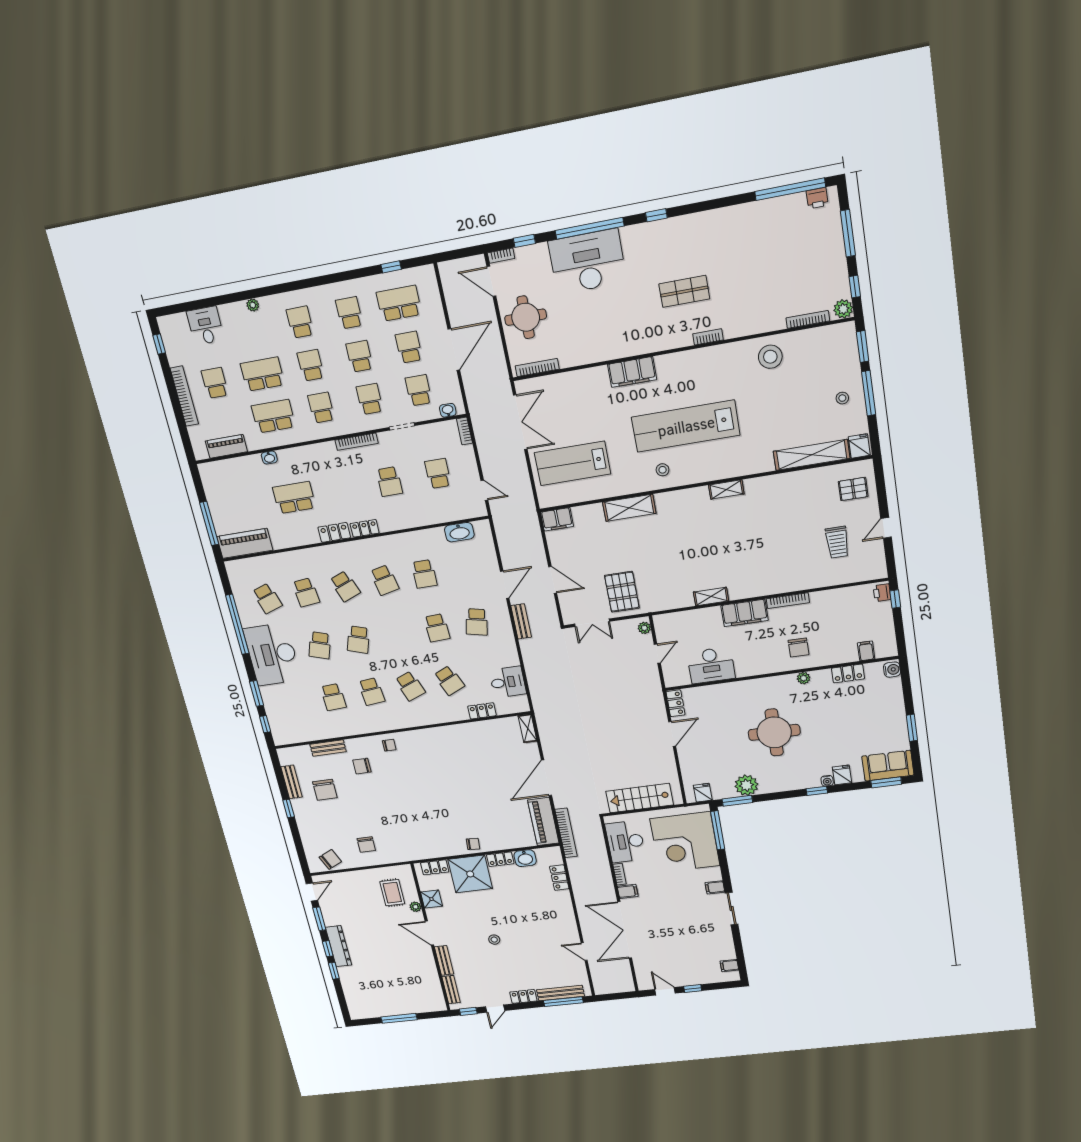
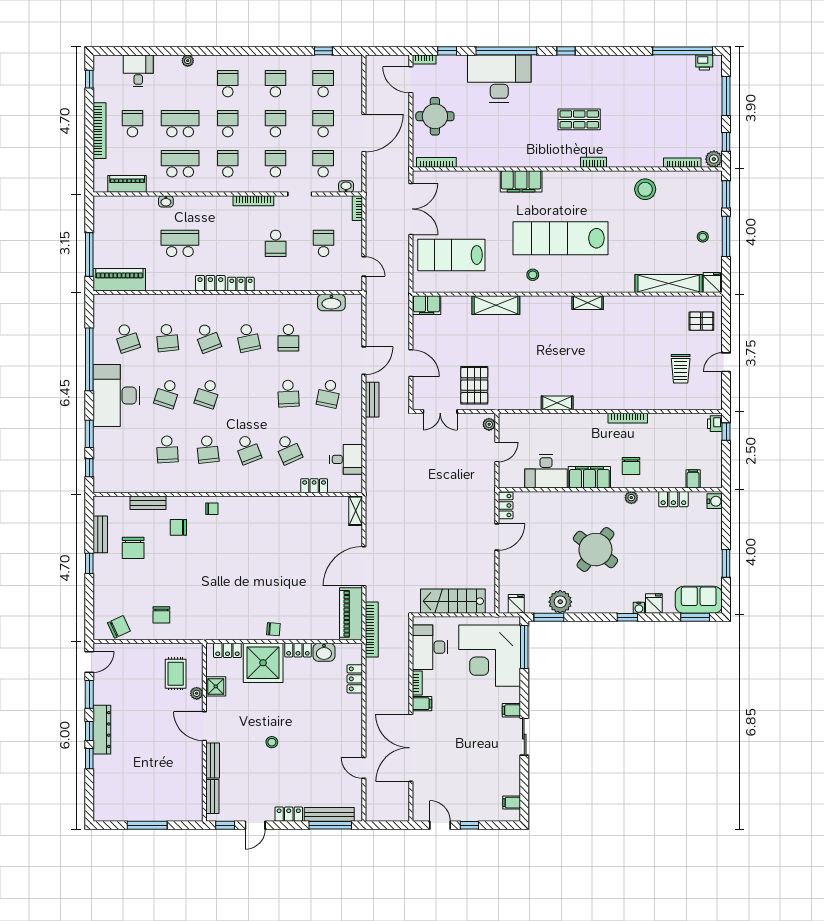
school desk: (399, 303) -> (323, 84), width x0.54
filing cabinet: (745, 613) -> (589, 477), moved, turned 180
round table: (774, 732) -> (595, 550), turned 36

